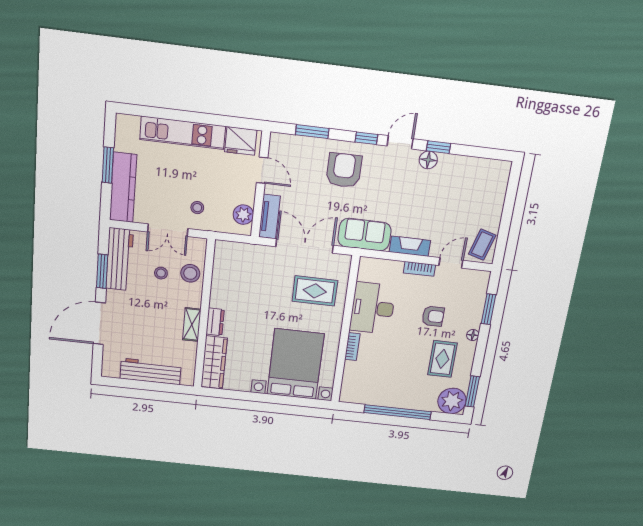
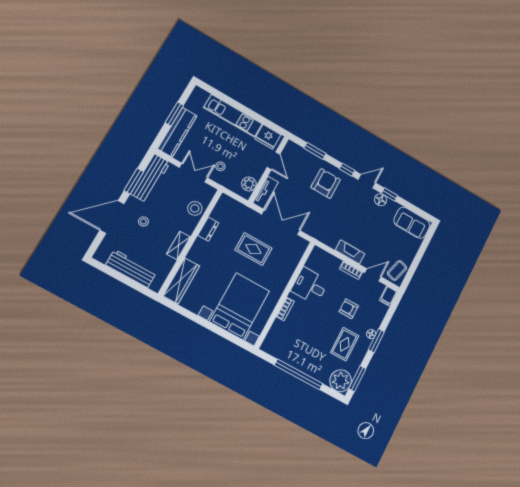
double door: (168, 230) -> (193, 173), swing flipped
sofa: (364, 235) -> (412, 223), moved, turned 180
stool: (161, 273) -> (143, 222), moved
filing cabinet: (481, 281) -> (388, 296), added
rug: (315, 291) -> (253, 249), moved
desk: (373, 308) -> (310, 286), width x0.73
window: (488, 309) -> (376, 341), moved
armchair: (433, 316) -> (349, 309), turned 180
dresser: (215, 322) -> (208, 229), moved

